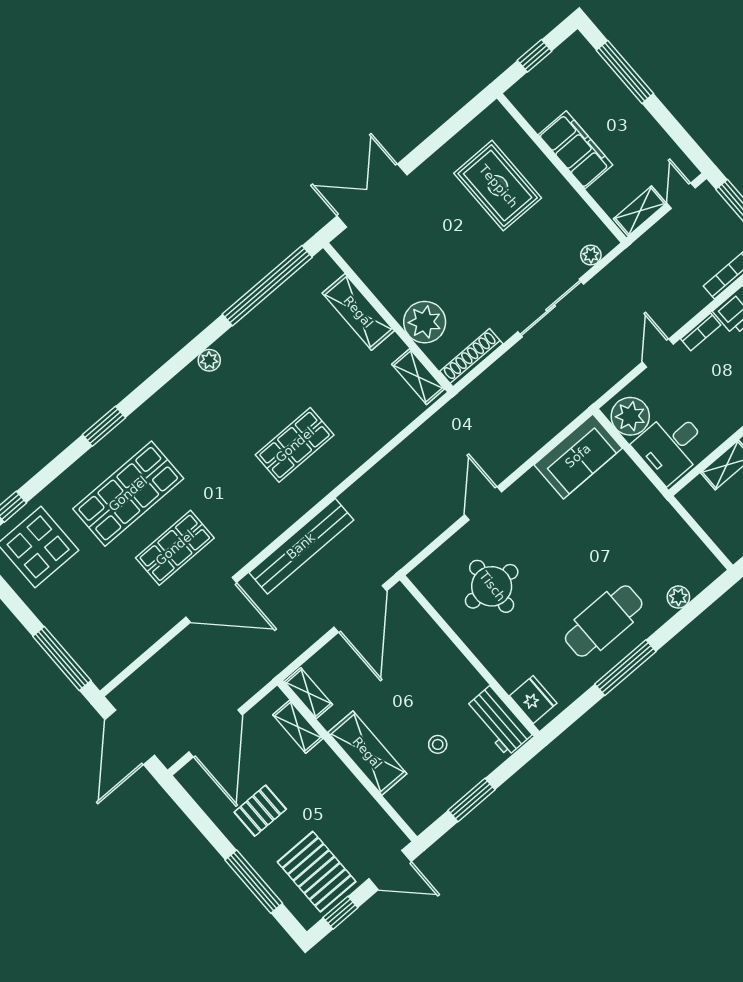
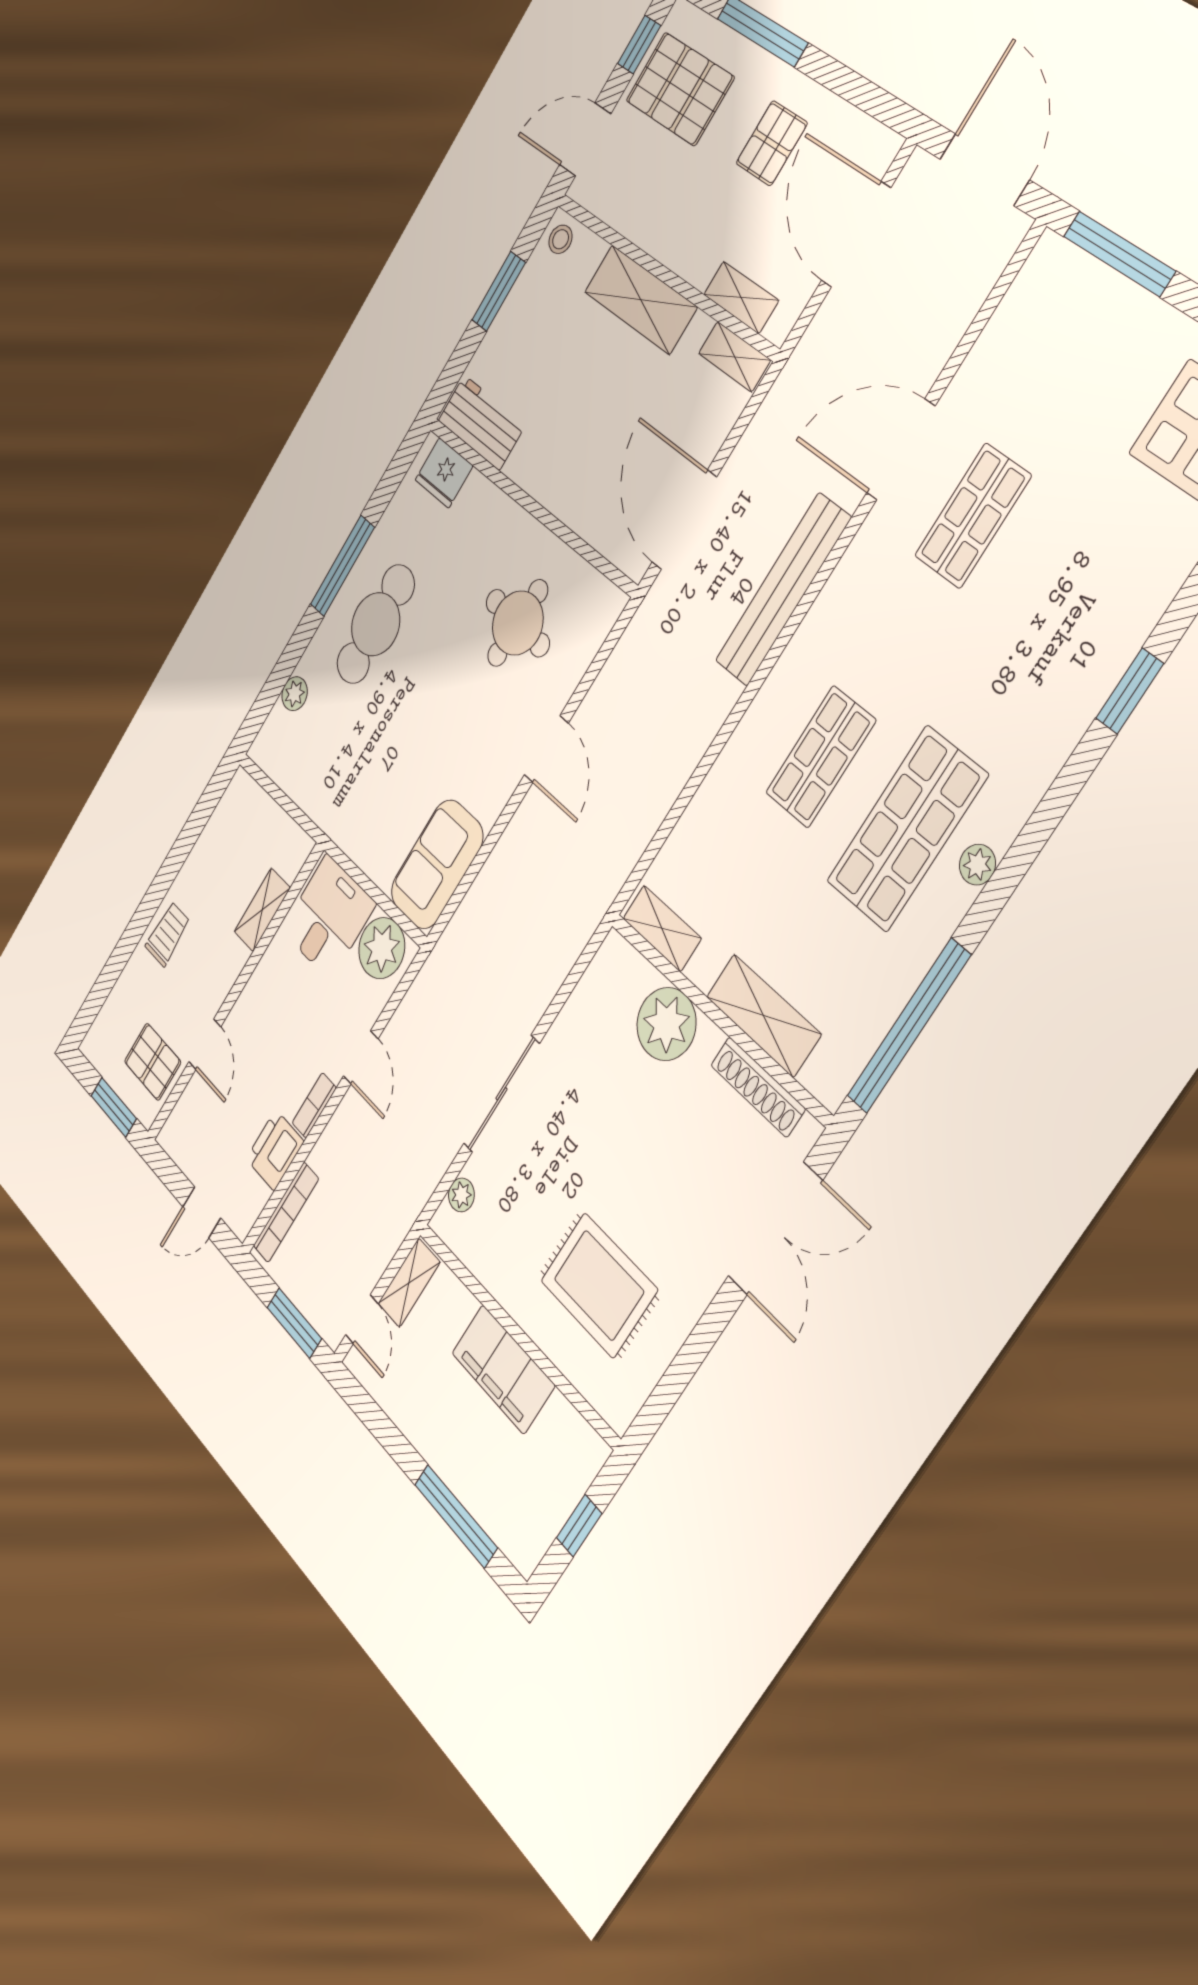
shoe rack: (471, 358) -> (758, 1087), moved, turned 90
shop shelf: (128, 494) -> (907, 829), moved
stool: (438, 744) -> (561, 239), moved

